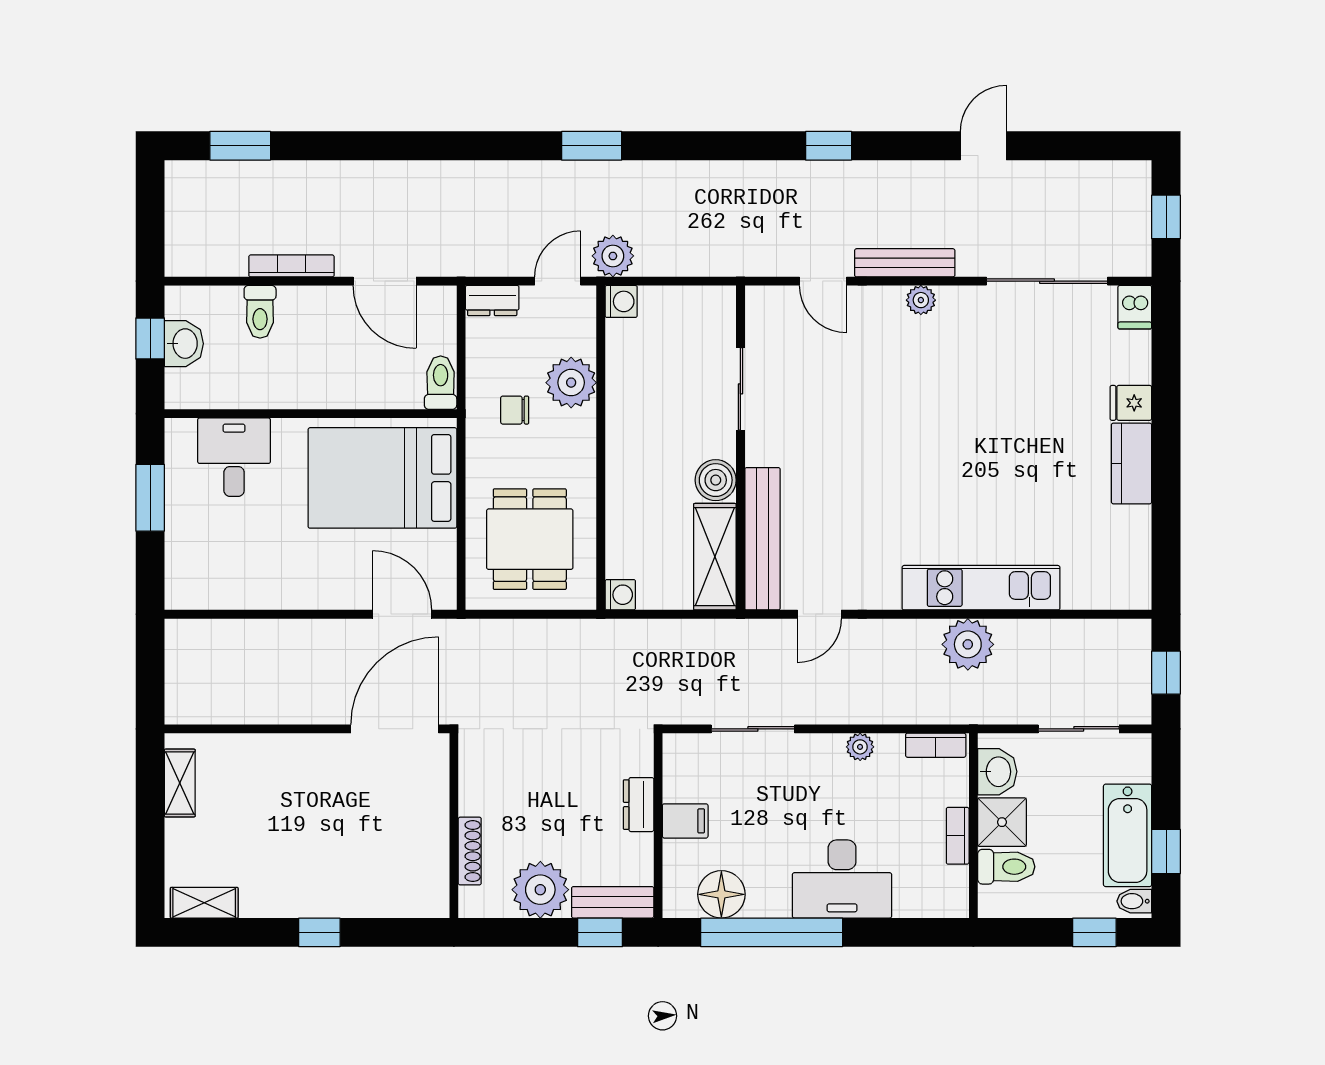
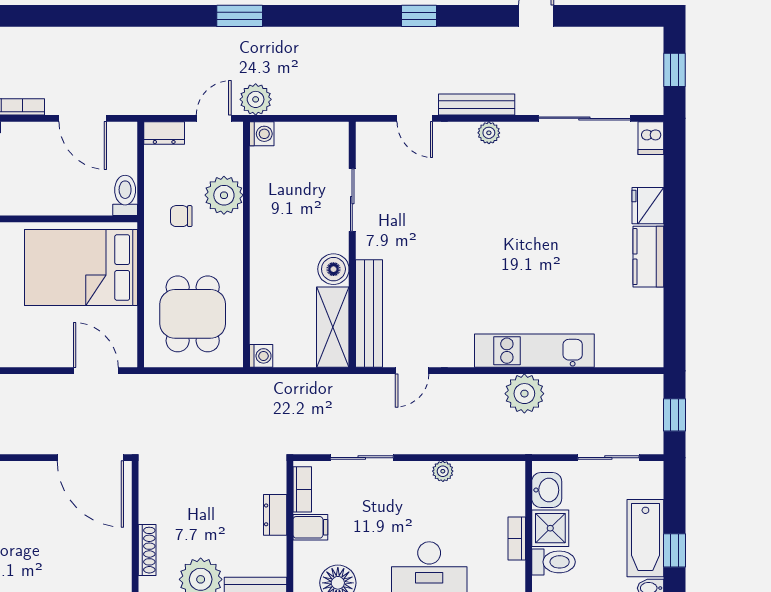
fridge: (1131, 403) -> (648, 206), width x1.38
door: (395, 729) -> (90, 458), swing flipped
bookcase: (936, 745) -> (302, 489), moved, turned -90

